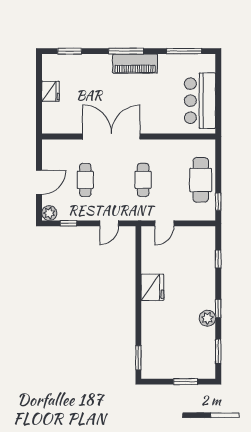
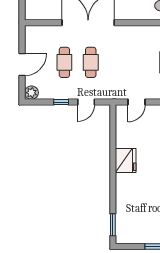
cafe table: (143, 180) -> (91, 62), moved
window: (68, 223) -> (61, 102), moved

